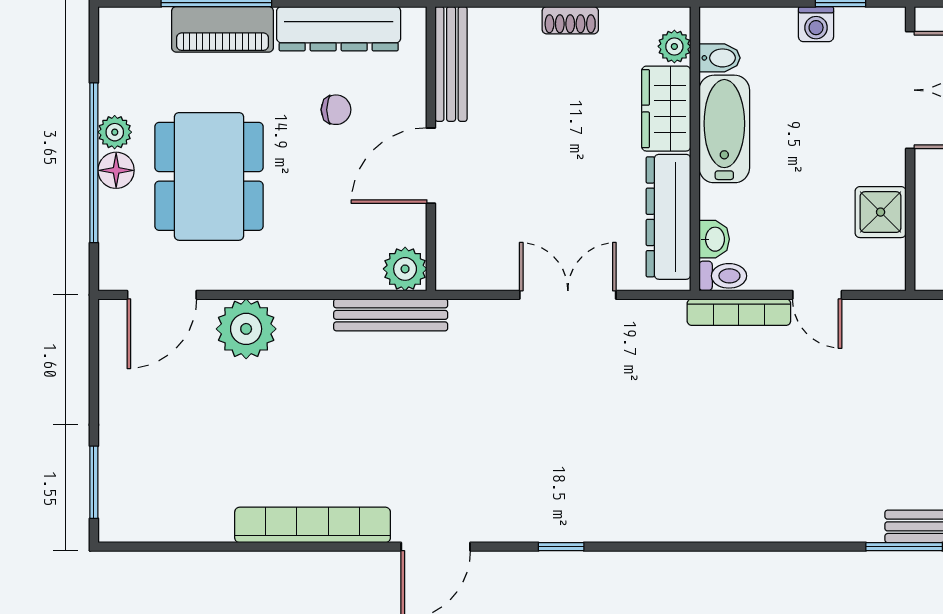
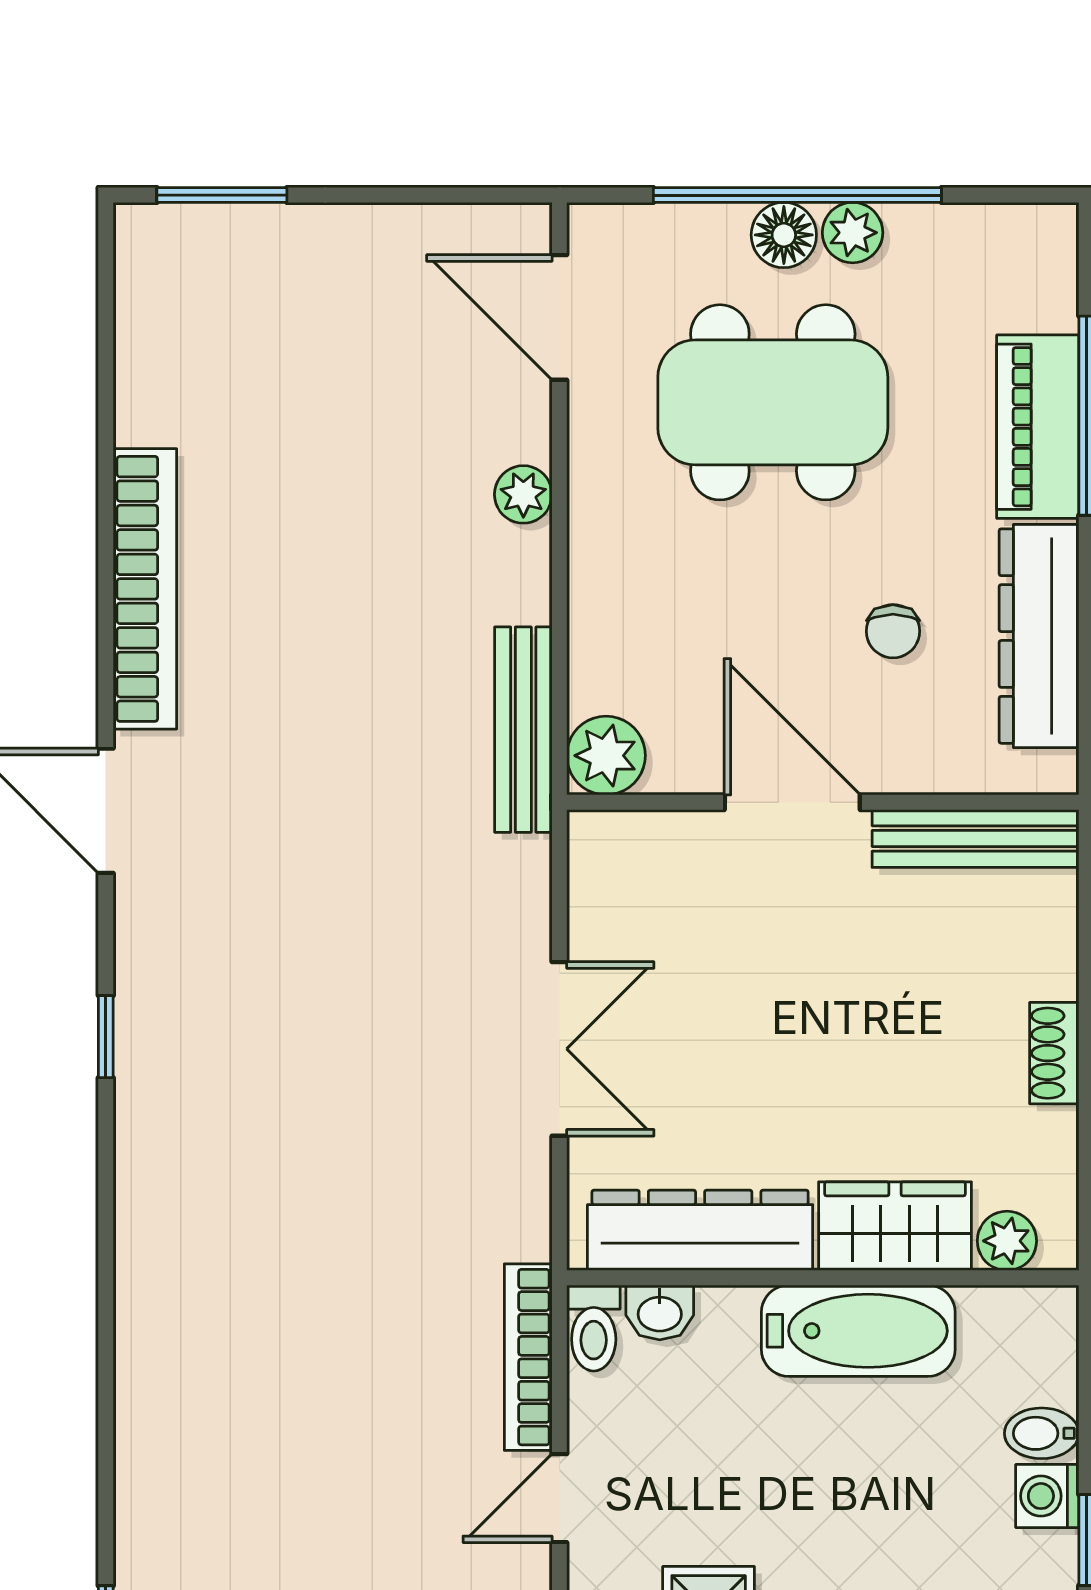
bidet: (720, 58) -> (1042, 1433), moved, turned 90
plant: (246, 329) -> (523, 494), width x0.53, depth x0.53

